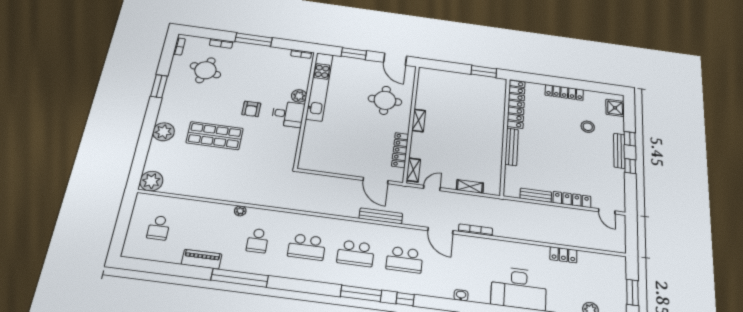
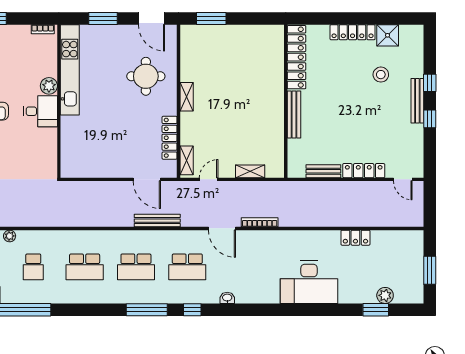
window: (484, 71) -> (211, 18), moved
shower: (615, 108) -> (388, 35), moved
washbasin: (461, 295) -> (227, 298), moved

